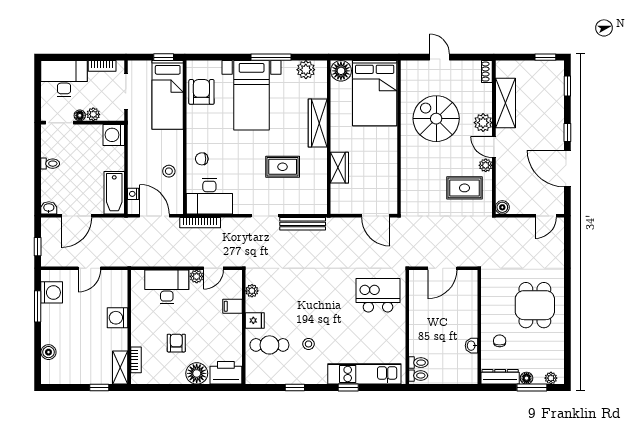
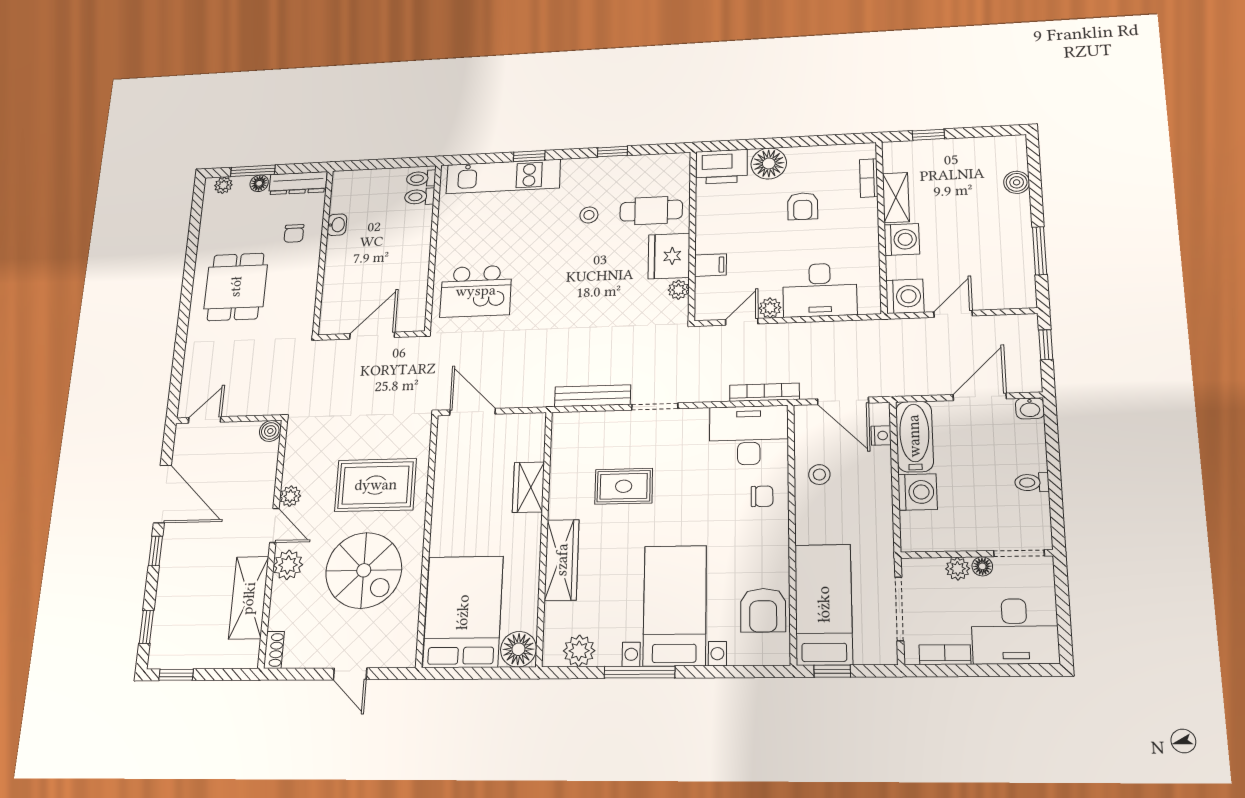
washing machine: (114, 135) -> (917, 492), moved
rug: (464, 188) -> (376, 485), moved, width x1.36, depth x1.43
washing machine: (52, 292) -> (905, 296), moved, turned 180
fridge: (255, 320) -> (669, 256), width x1.88, depth x1.34
shelving: (120, 368) -> (896, 198), moved

